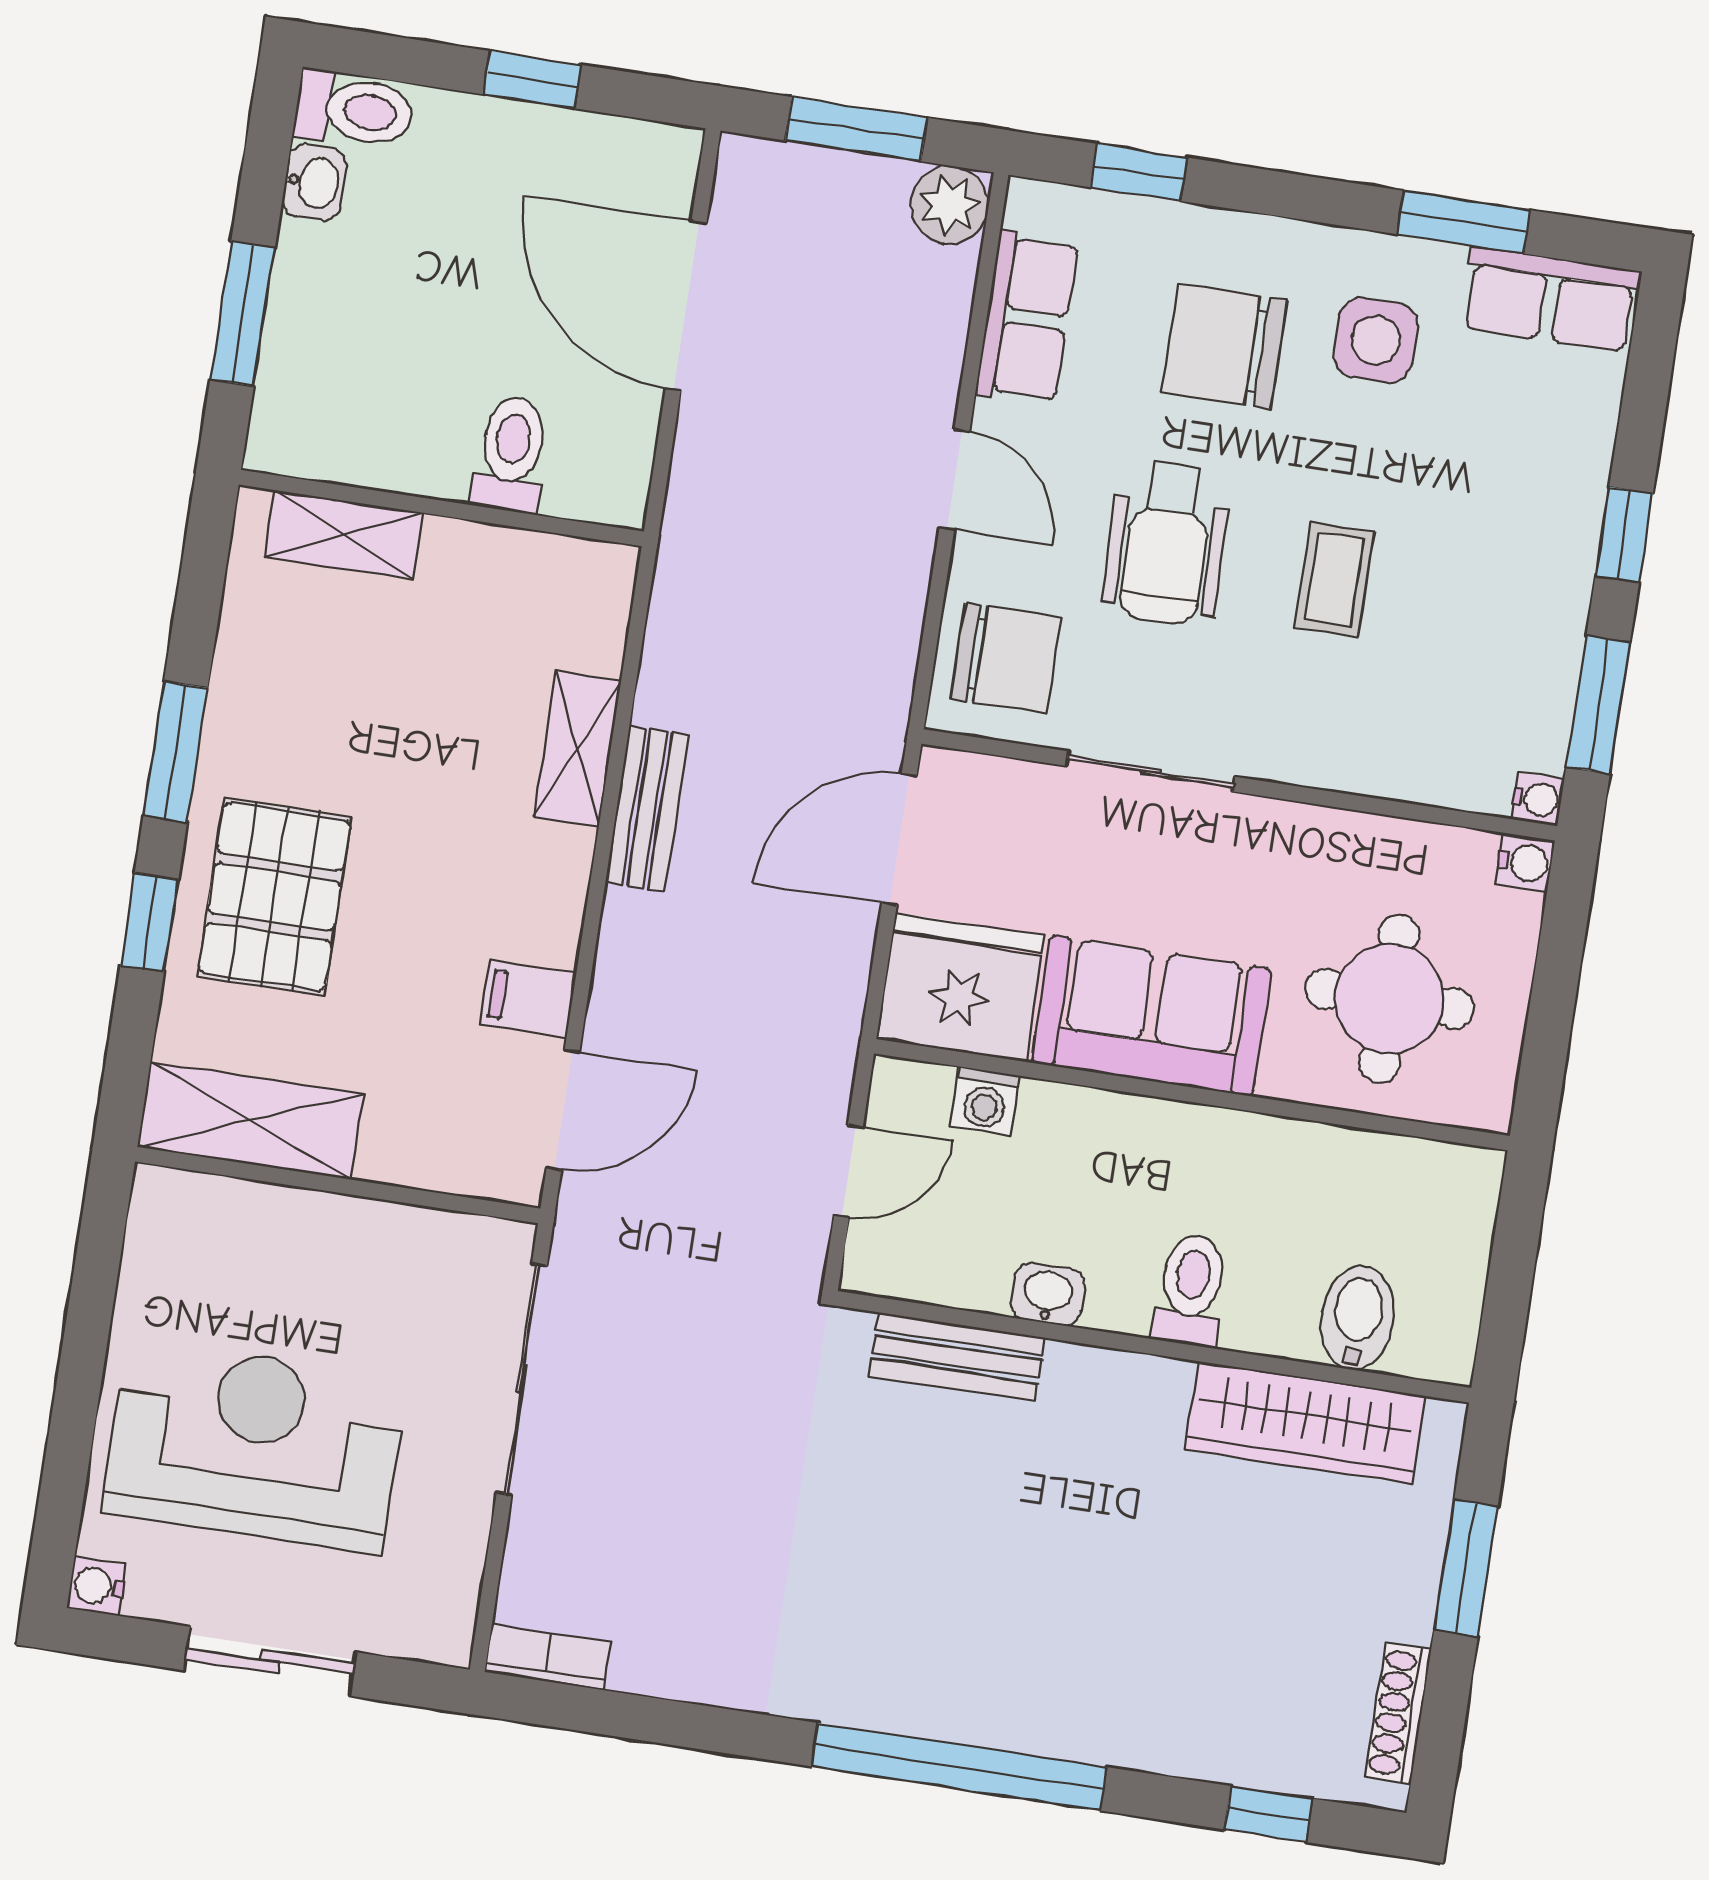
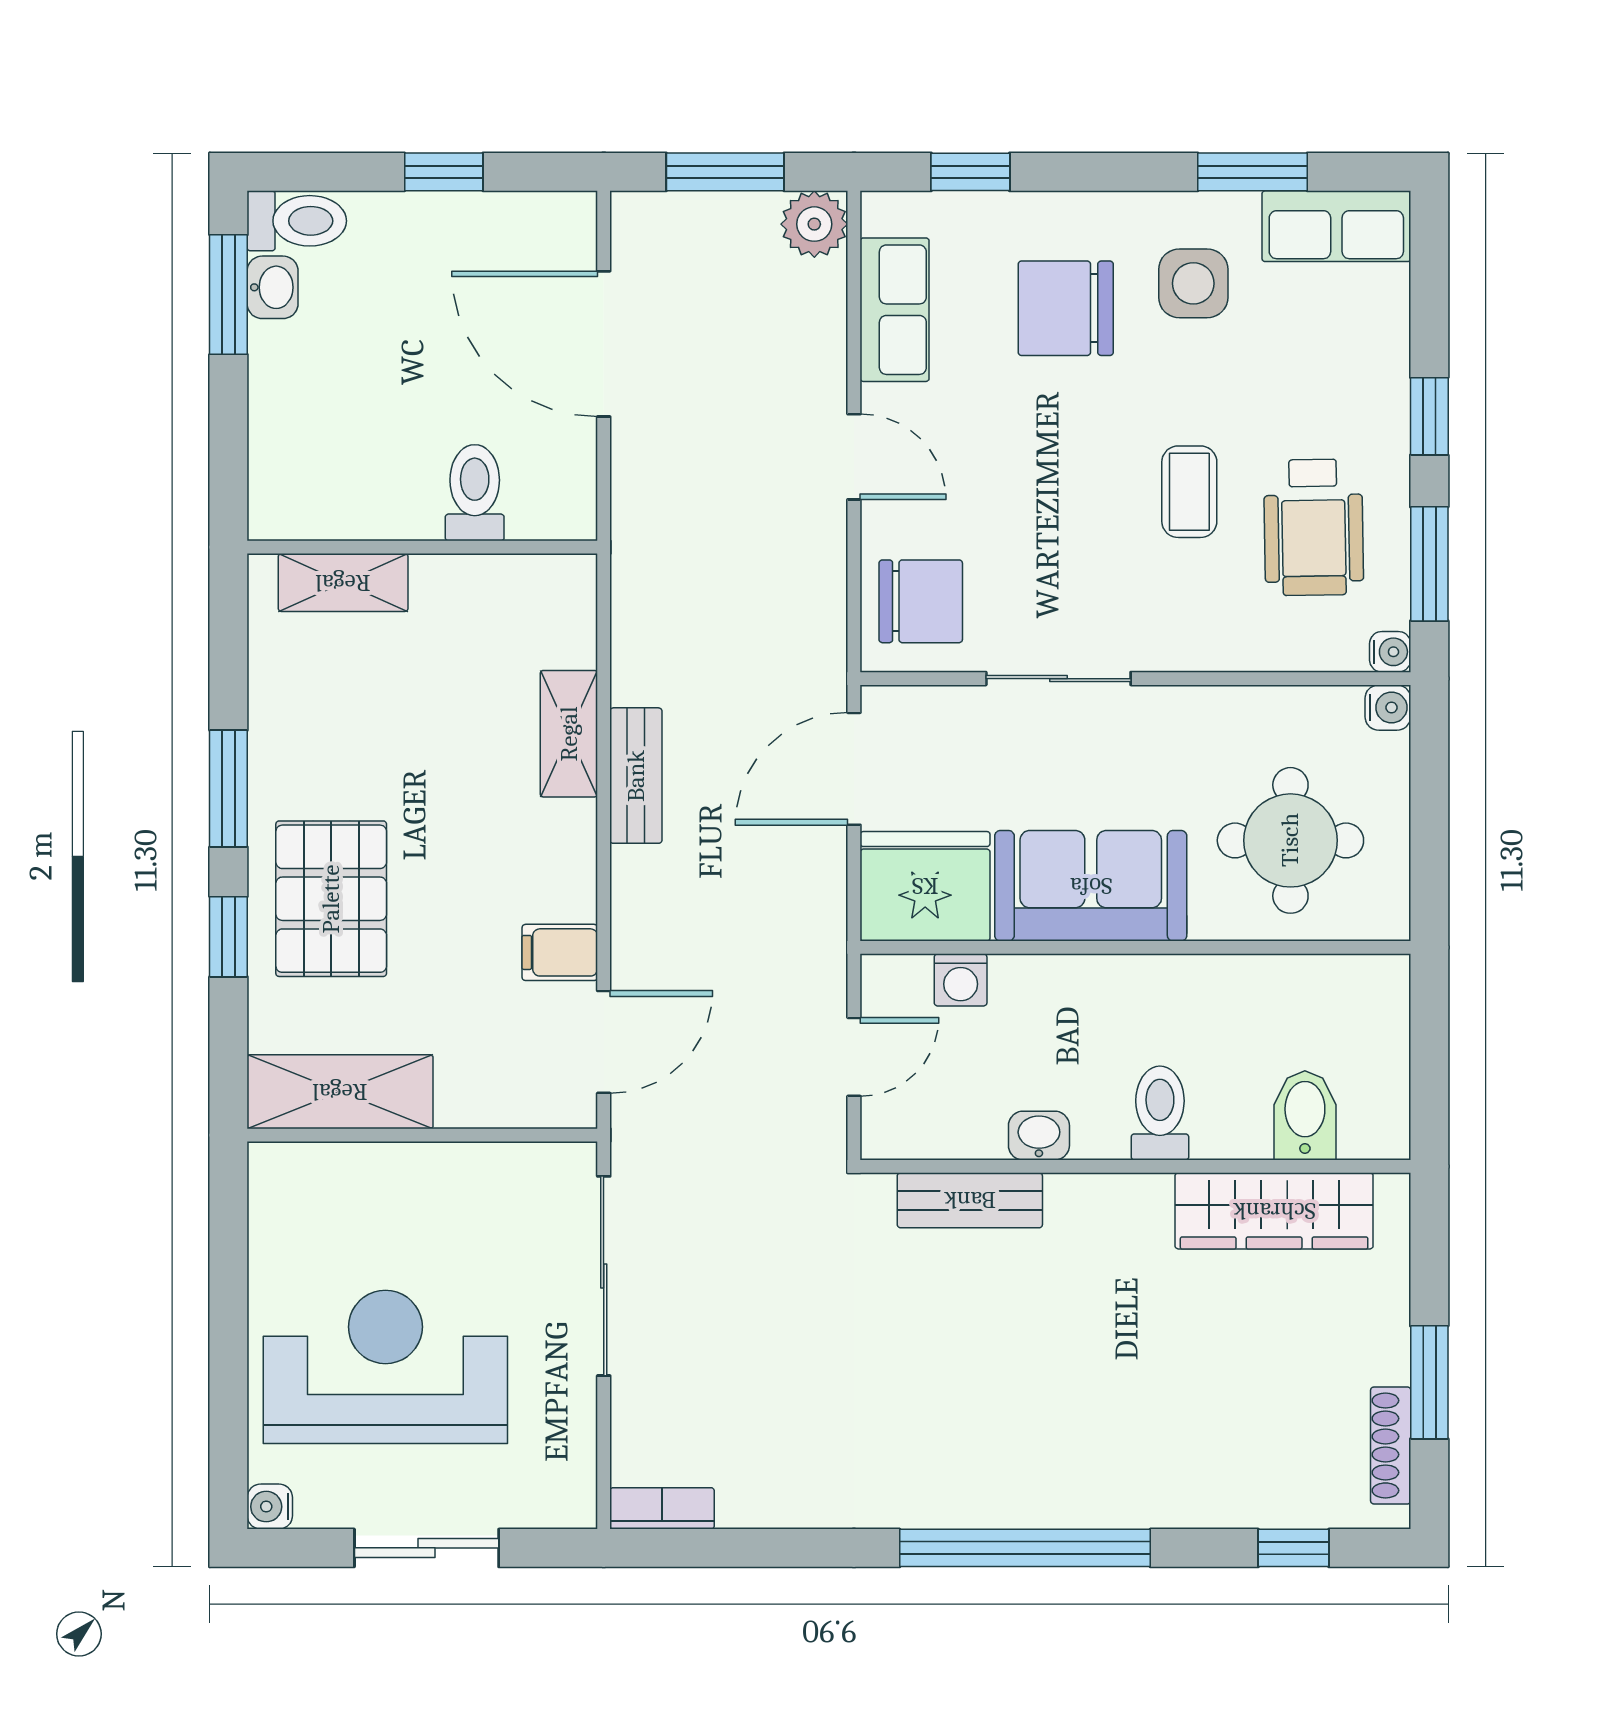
window: (243, 314) -> (228, 295), moved
wheelchair: (1166, 543) -> (1314, 527), moved
window: (1466, 1568) -> (1429, 1382), moved

